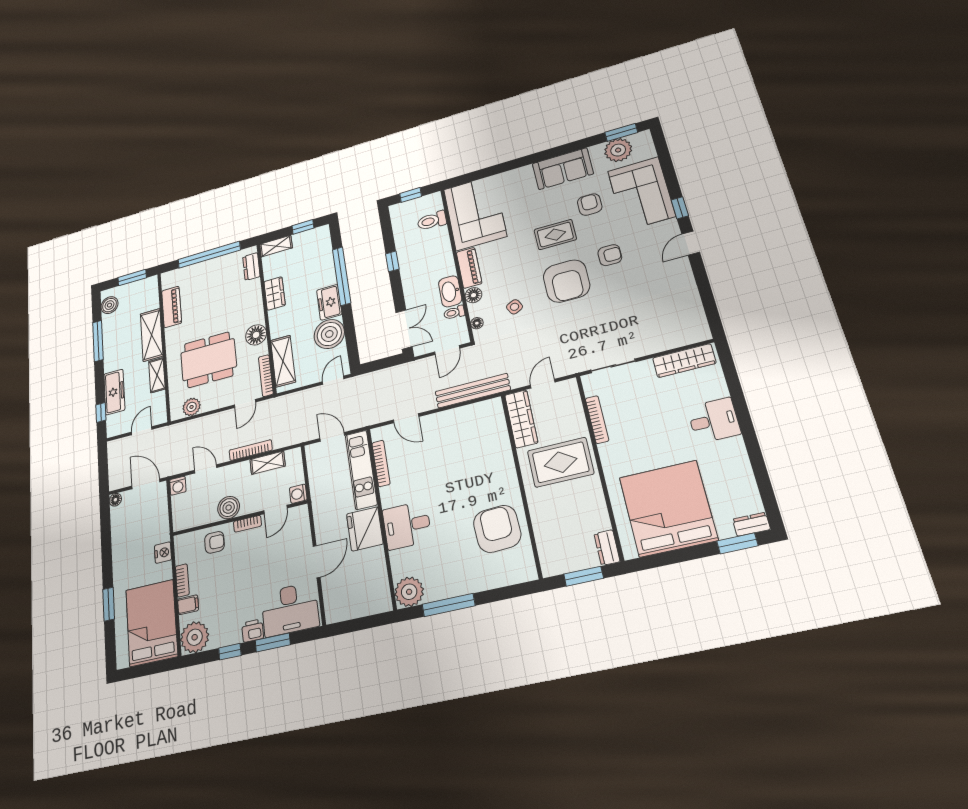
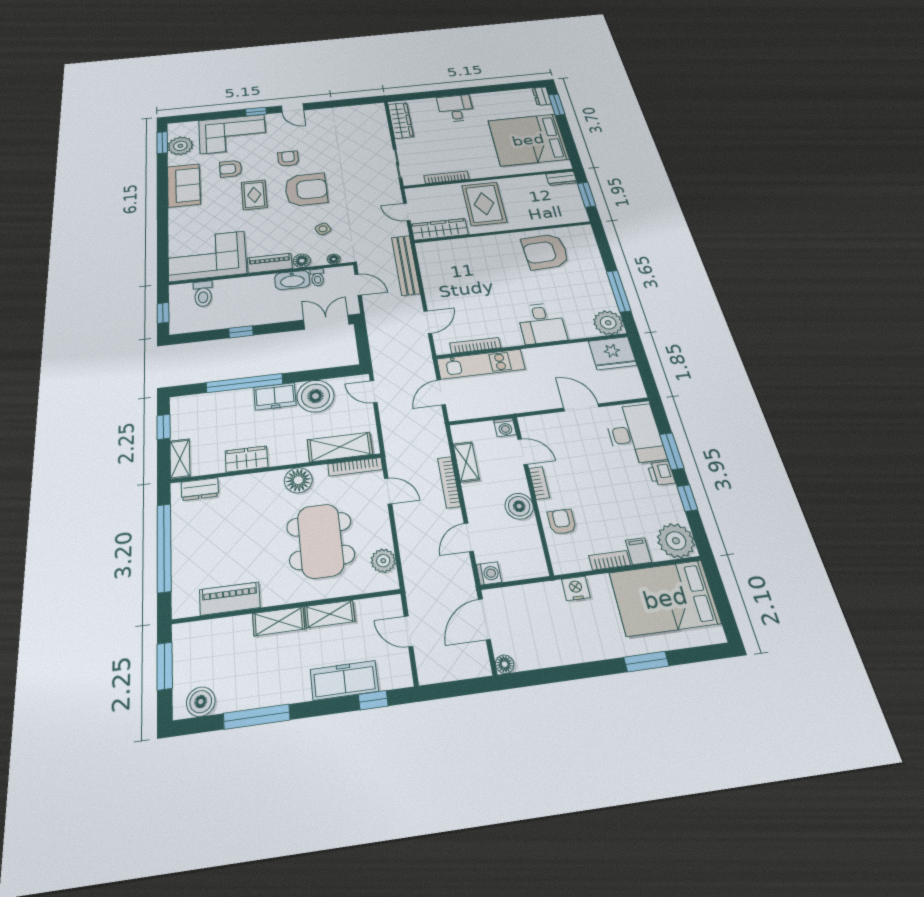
shelving: (152, 335) -> (279, 621), width x0.67, depth x0.75
fridge: (365, 529) -> (613, 353), moved

